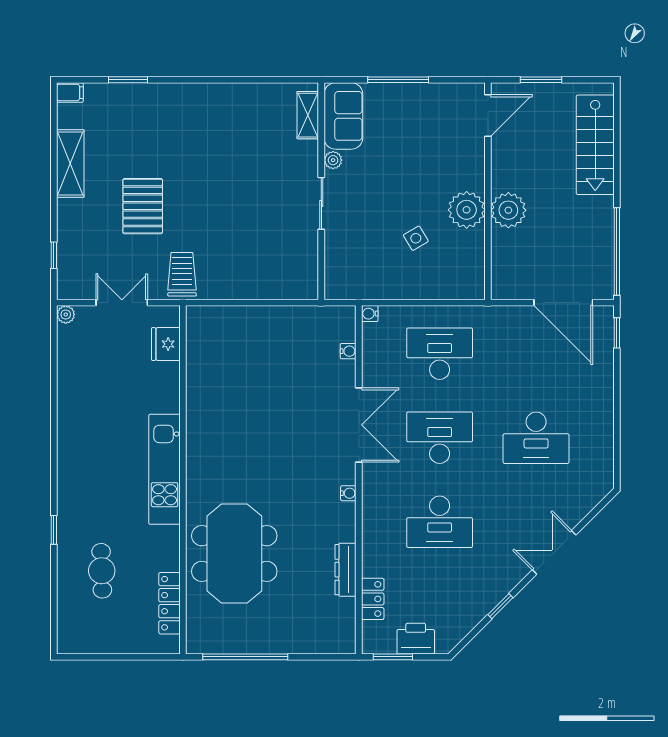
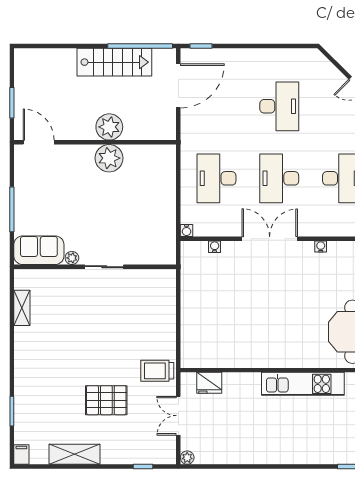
shelving: (308, 115) -> (22, 308), moved, turned 90
stairs: (595, 145) -> (114, 62), moved
side table: (416, 238) -> (130, 196), removed

